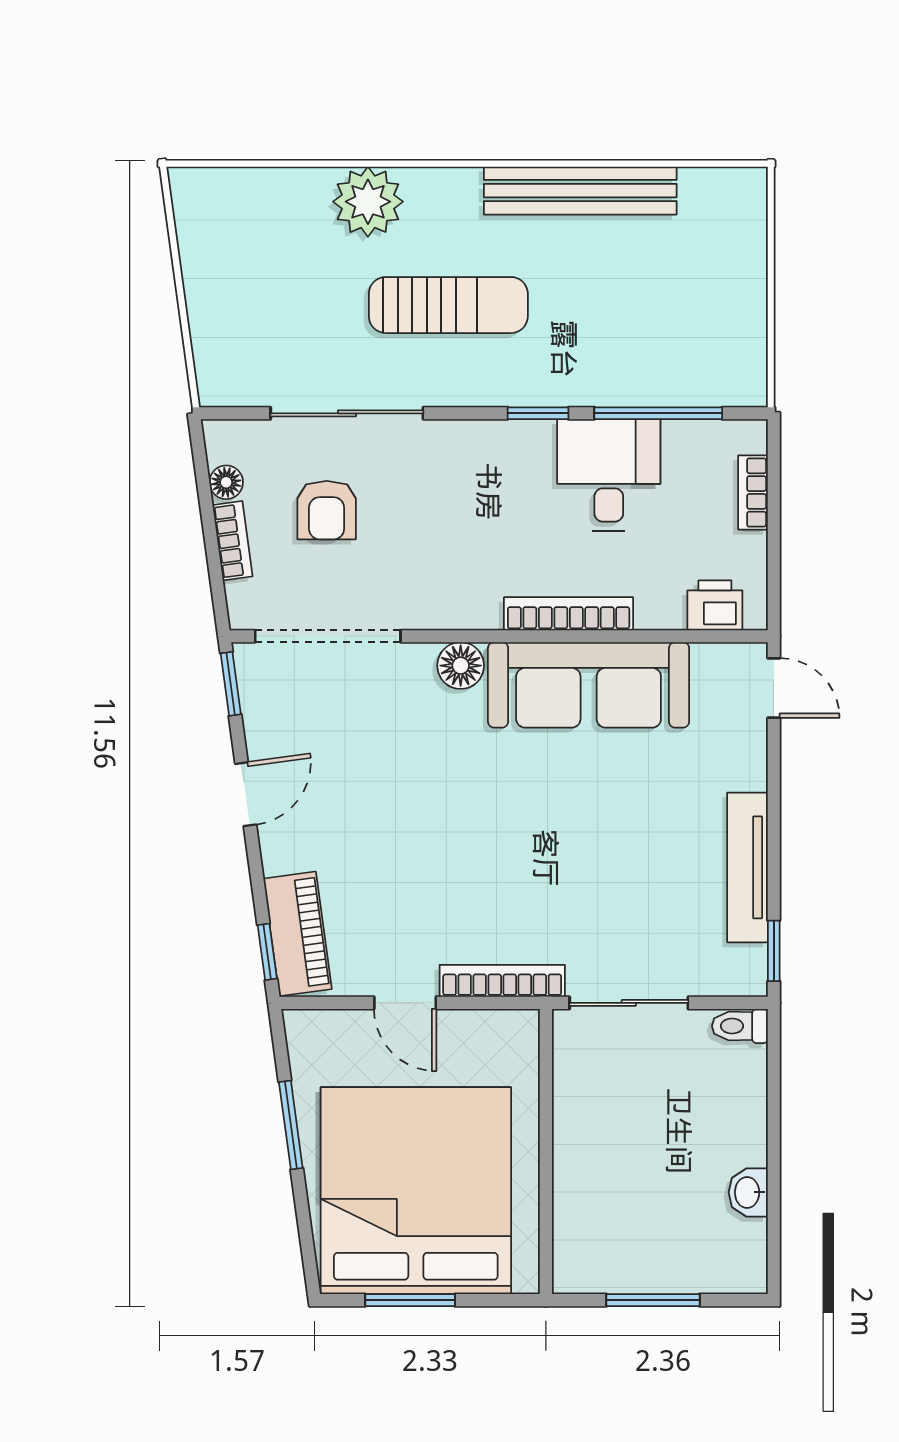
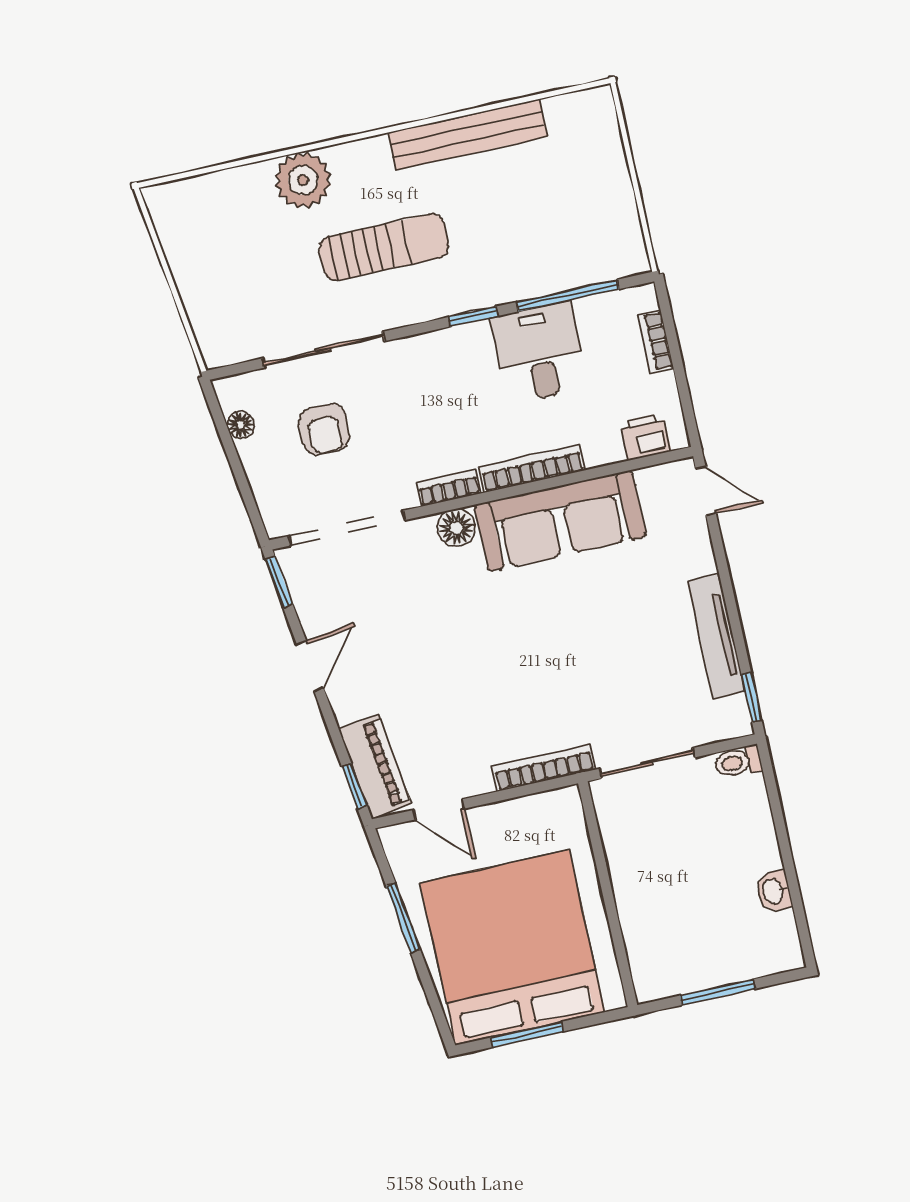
bookcase: (233, 541) -> (449, 488), moved, turned -82
door: (405, 1003) -> (439, 809), moved

